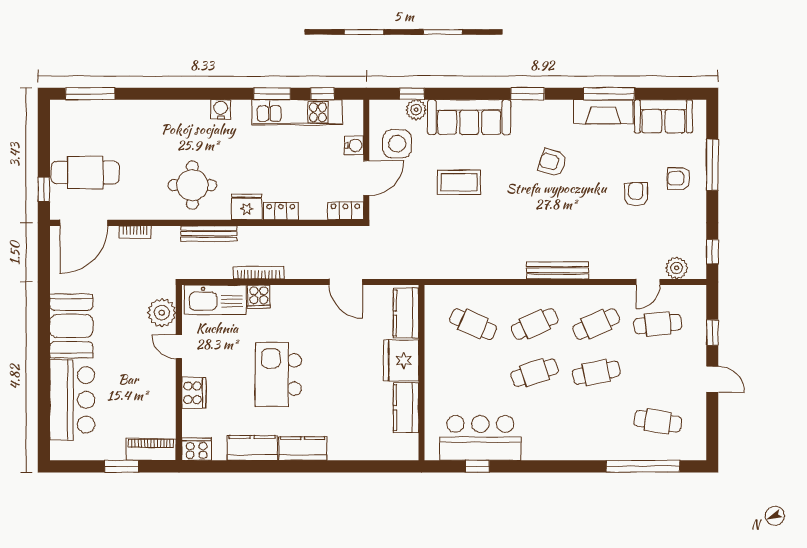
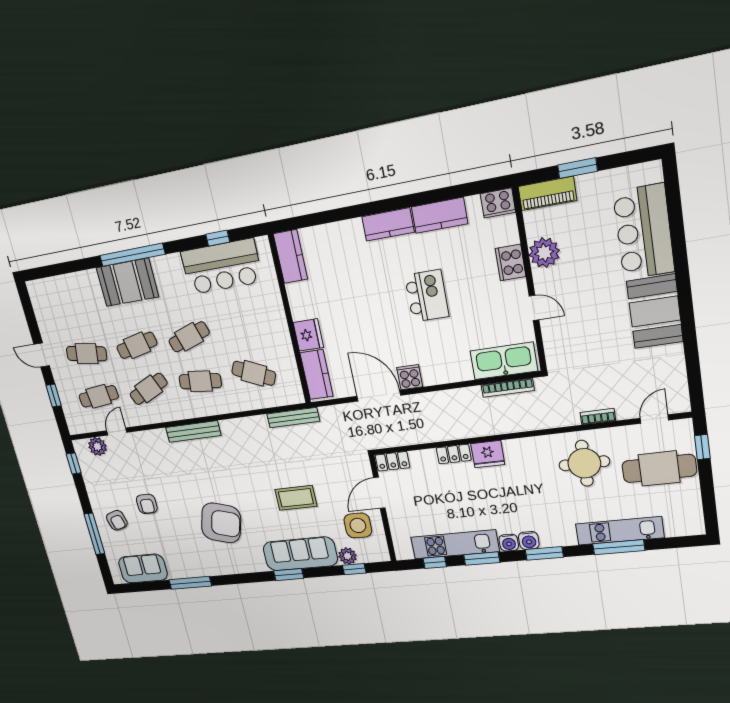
window: (90, 94) -> (619, 547), moved
window: (207, 94) -> (544, 553), added
window: (528, 94) -> (289, 575), moved
kitchen unit: (130, 111) -> (620, 531), added
fireplace: (603, 112) -> (191, 568), removed
water cooler: (354, 145) -> (509, 543), moved, turned -90
armchair: (552, 162) -> (221, 523), width x1.88, depth x1.88
armchair: (679, 178) -> (117, 520), turned 74
round table: (192, 185) -> (584, 463), moved
door: (84, 223) -> (654, 419), width x0.53
bench: (209, 234) -> (293, 418), moved
bookcase: (259, 273) -> (508, 388), moved
door: (346, 282) -> (379, 396), width x1.36
cooker: (259, 297) -> (410, 377), moved
plant: (162, 313) -> (544, 253), moved
cafe table: (535, 324) -> (200, 381), turned 30
fridge: (401, 360) -> (308, 335), width x0.73, depth x0.75
kitchen island: (278, 375) -> (427, 296), width x0.73, depth x0.78
kitchen counter: (406, 408) -> (290, 256), moved
cafe table: (658, 421) -> (87, 354), moved
booth: (588, 440) -> (127, 282), added
window: (643, 466) -> (132, 255), moved

